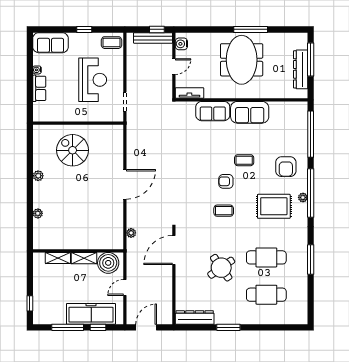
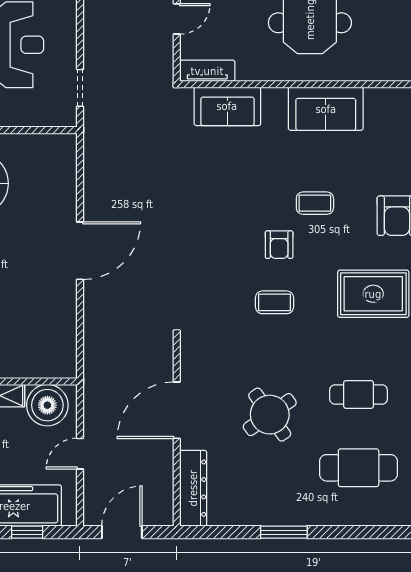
sofa: (213, 111) -> (227, 106), moved
armchair: (226, 181) -> (279, 245), turned -90
plant: (131, 233) -> (92, 346), removed
door: (174, 250) -> (177, 410), moved
cafe table: (266, 257) -> (359, 394), width x0.73, depth x0.74
dresser: (195, 317) -> (193, 488), moved, turned 90

